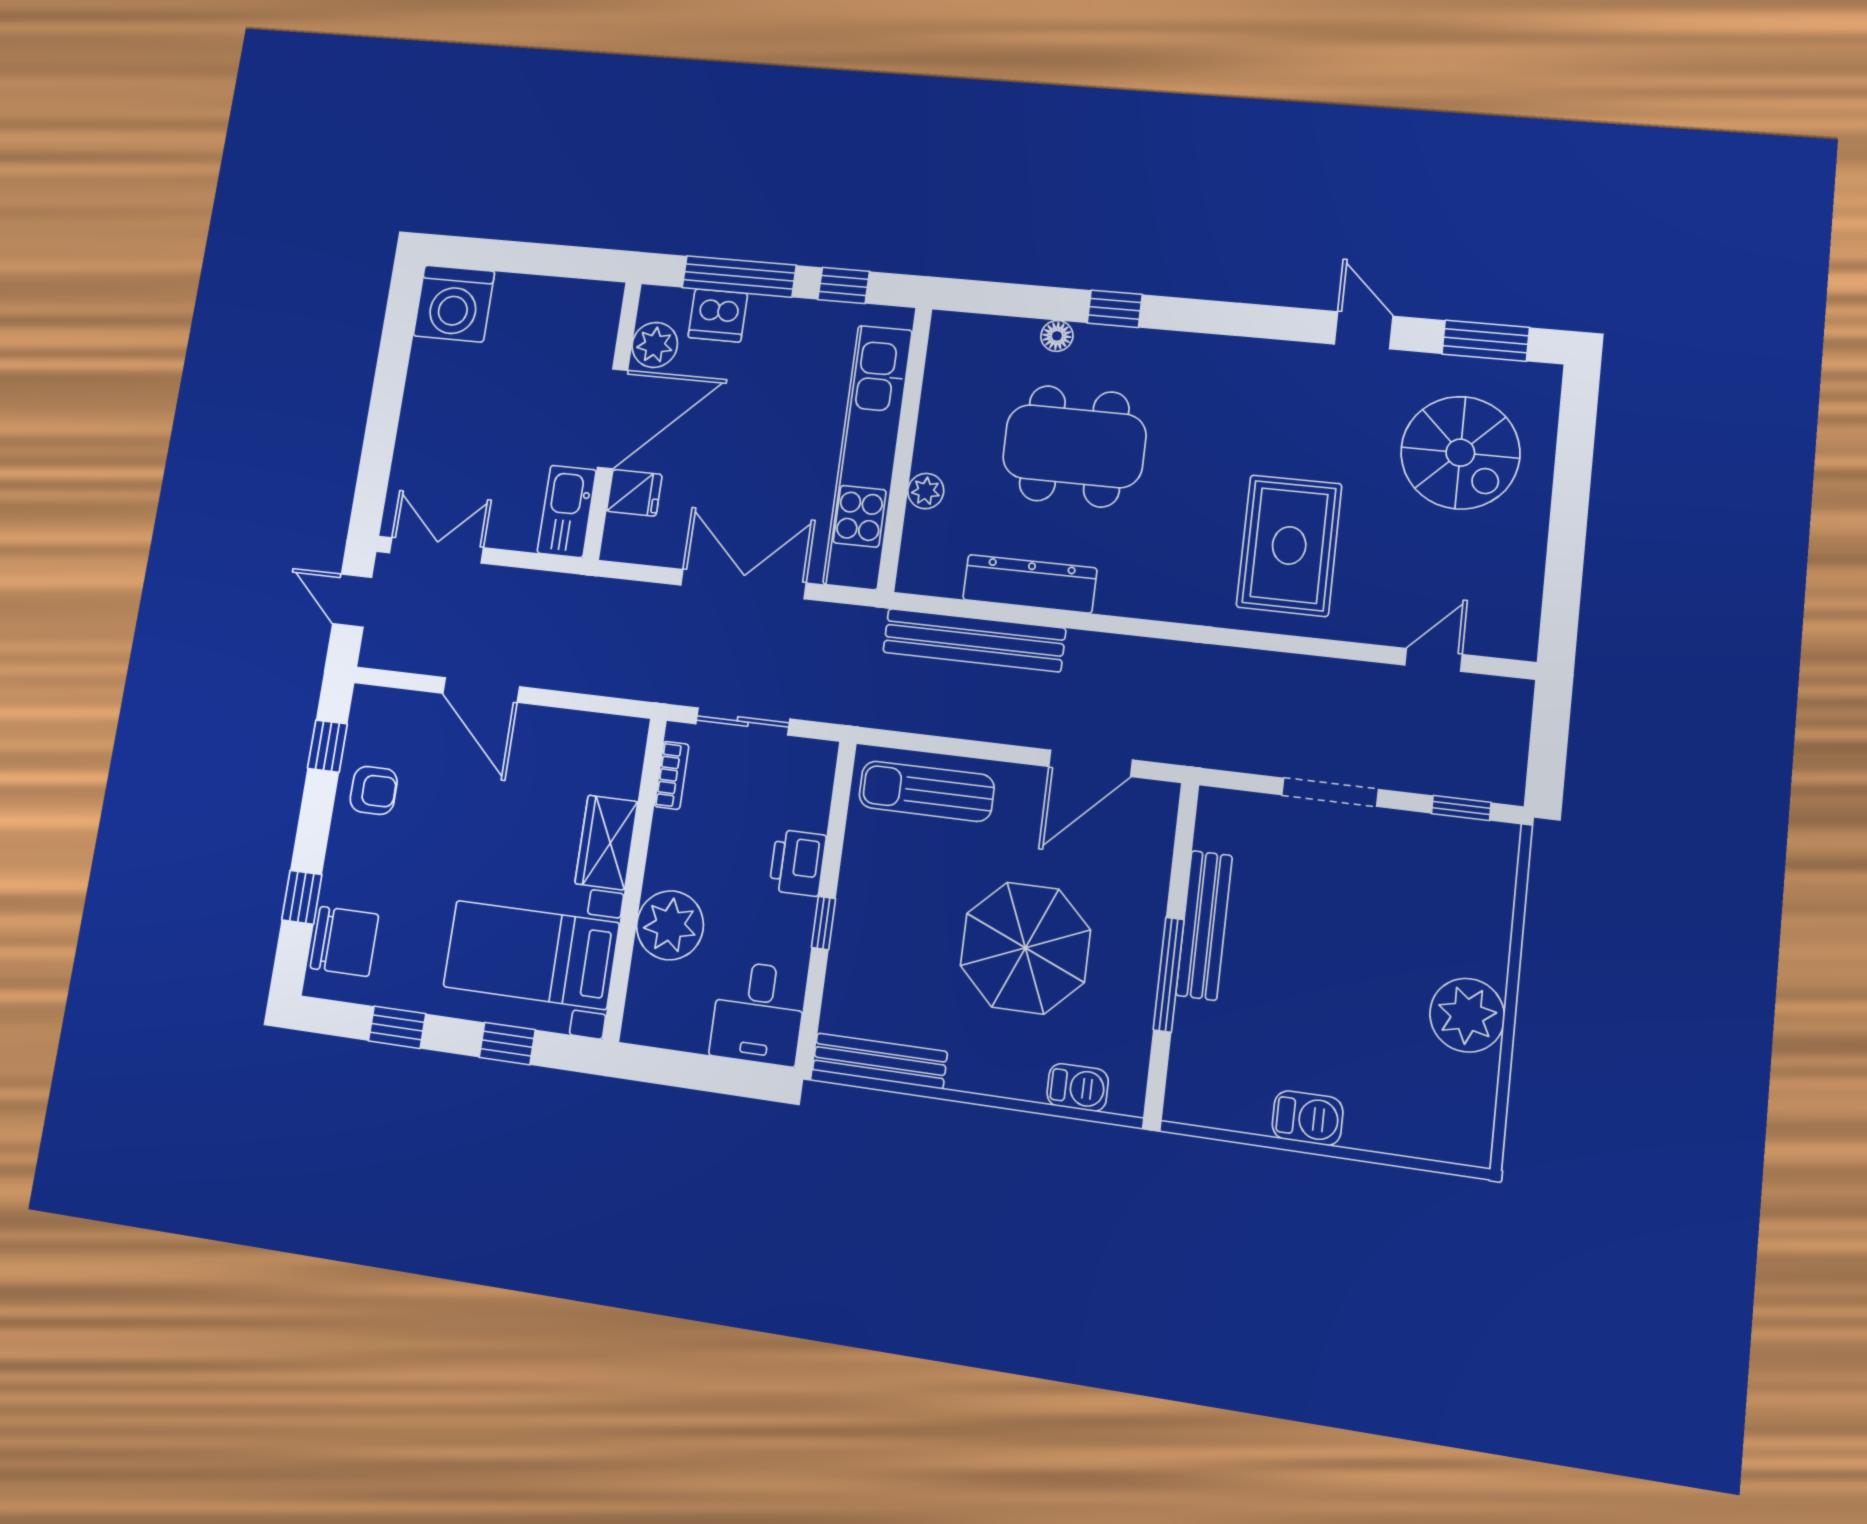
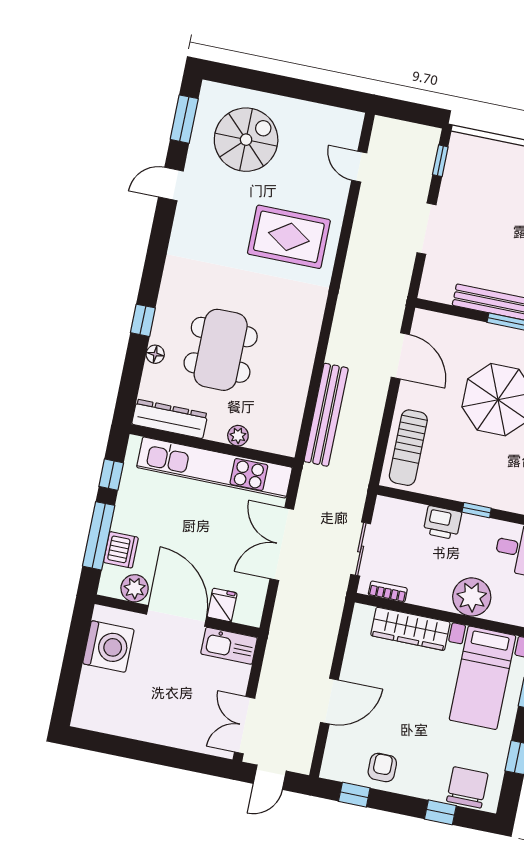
washing machine: (454, 304) -> (108, 646), moved
dresser: (1030, 584) -> (170, 419), moved, turned 90
wardrobe: (606, 842) -> (410, 629), width x1.50

